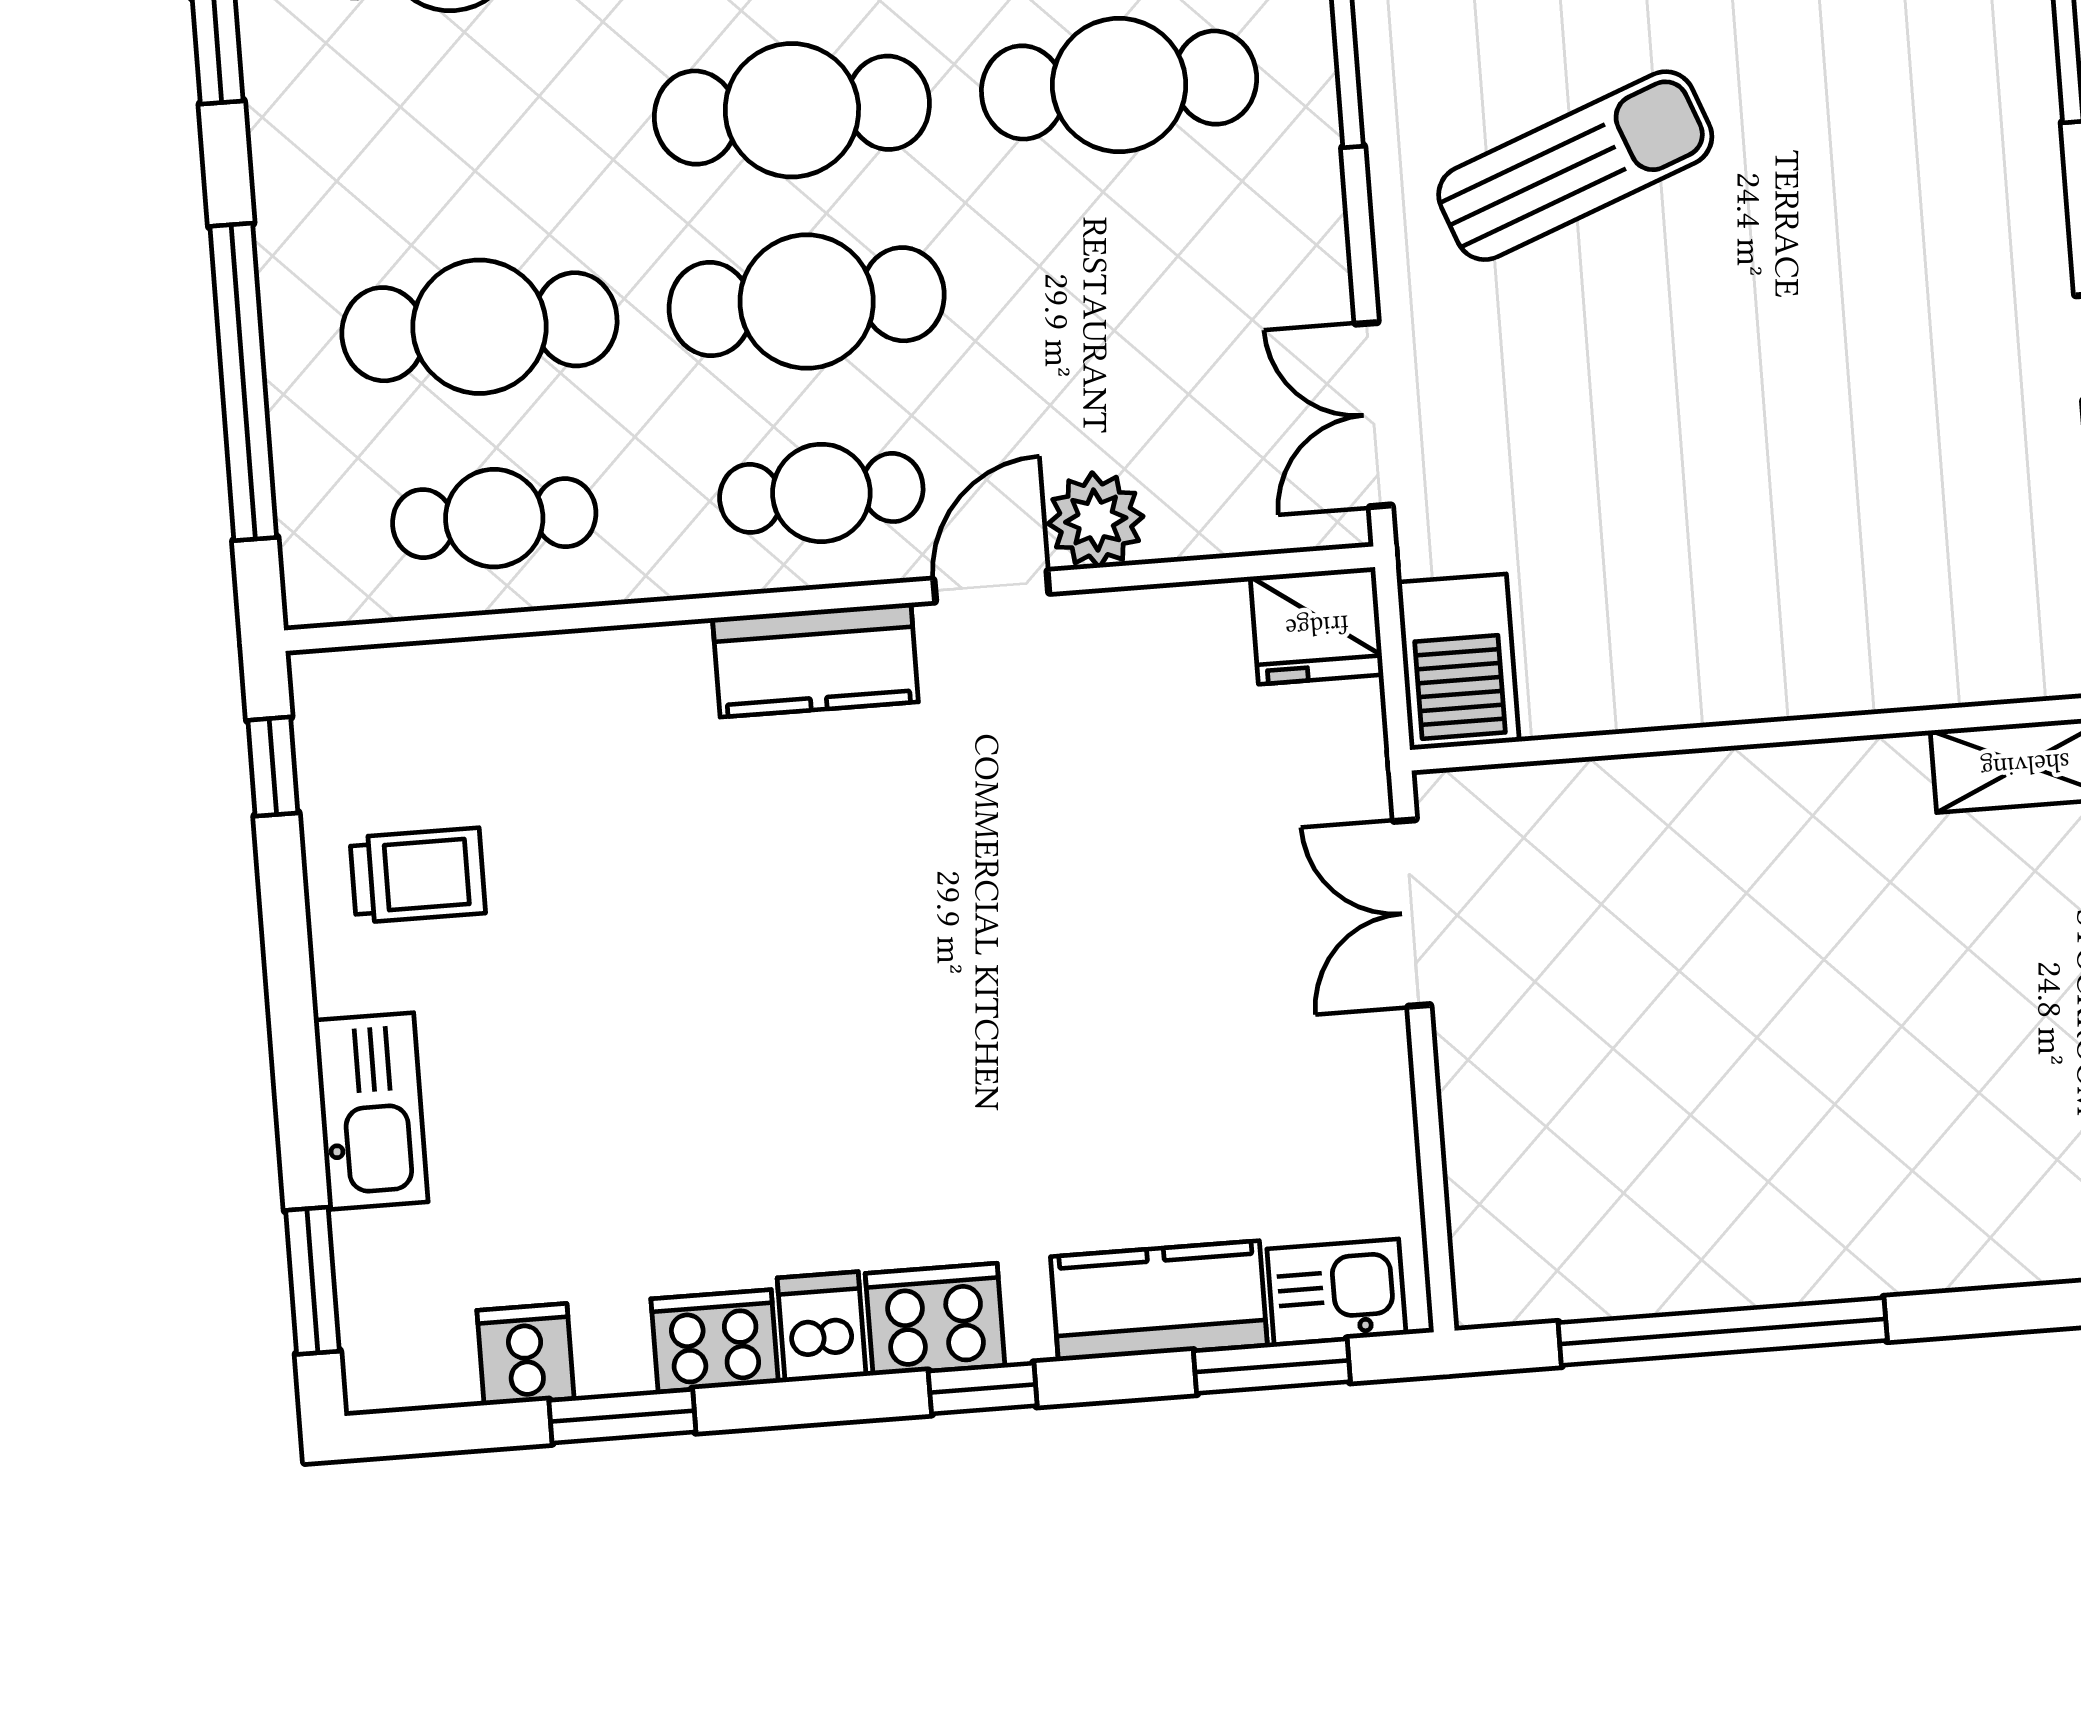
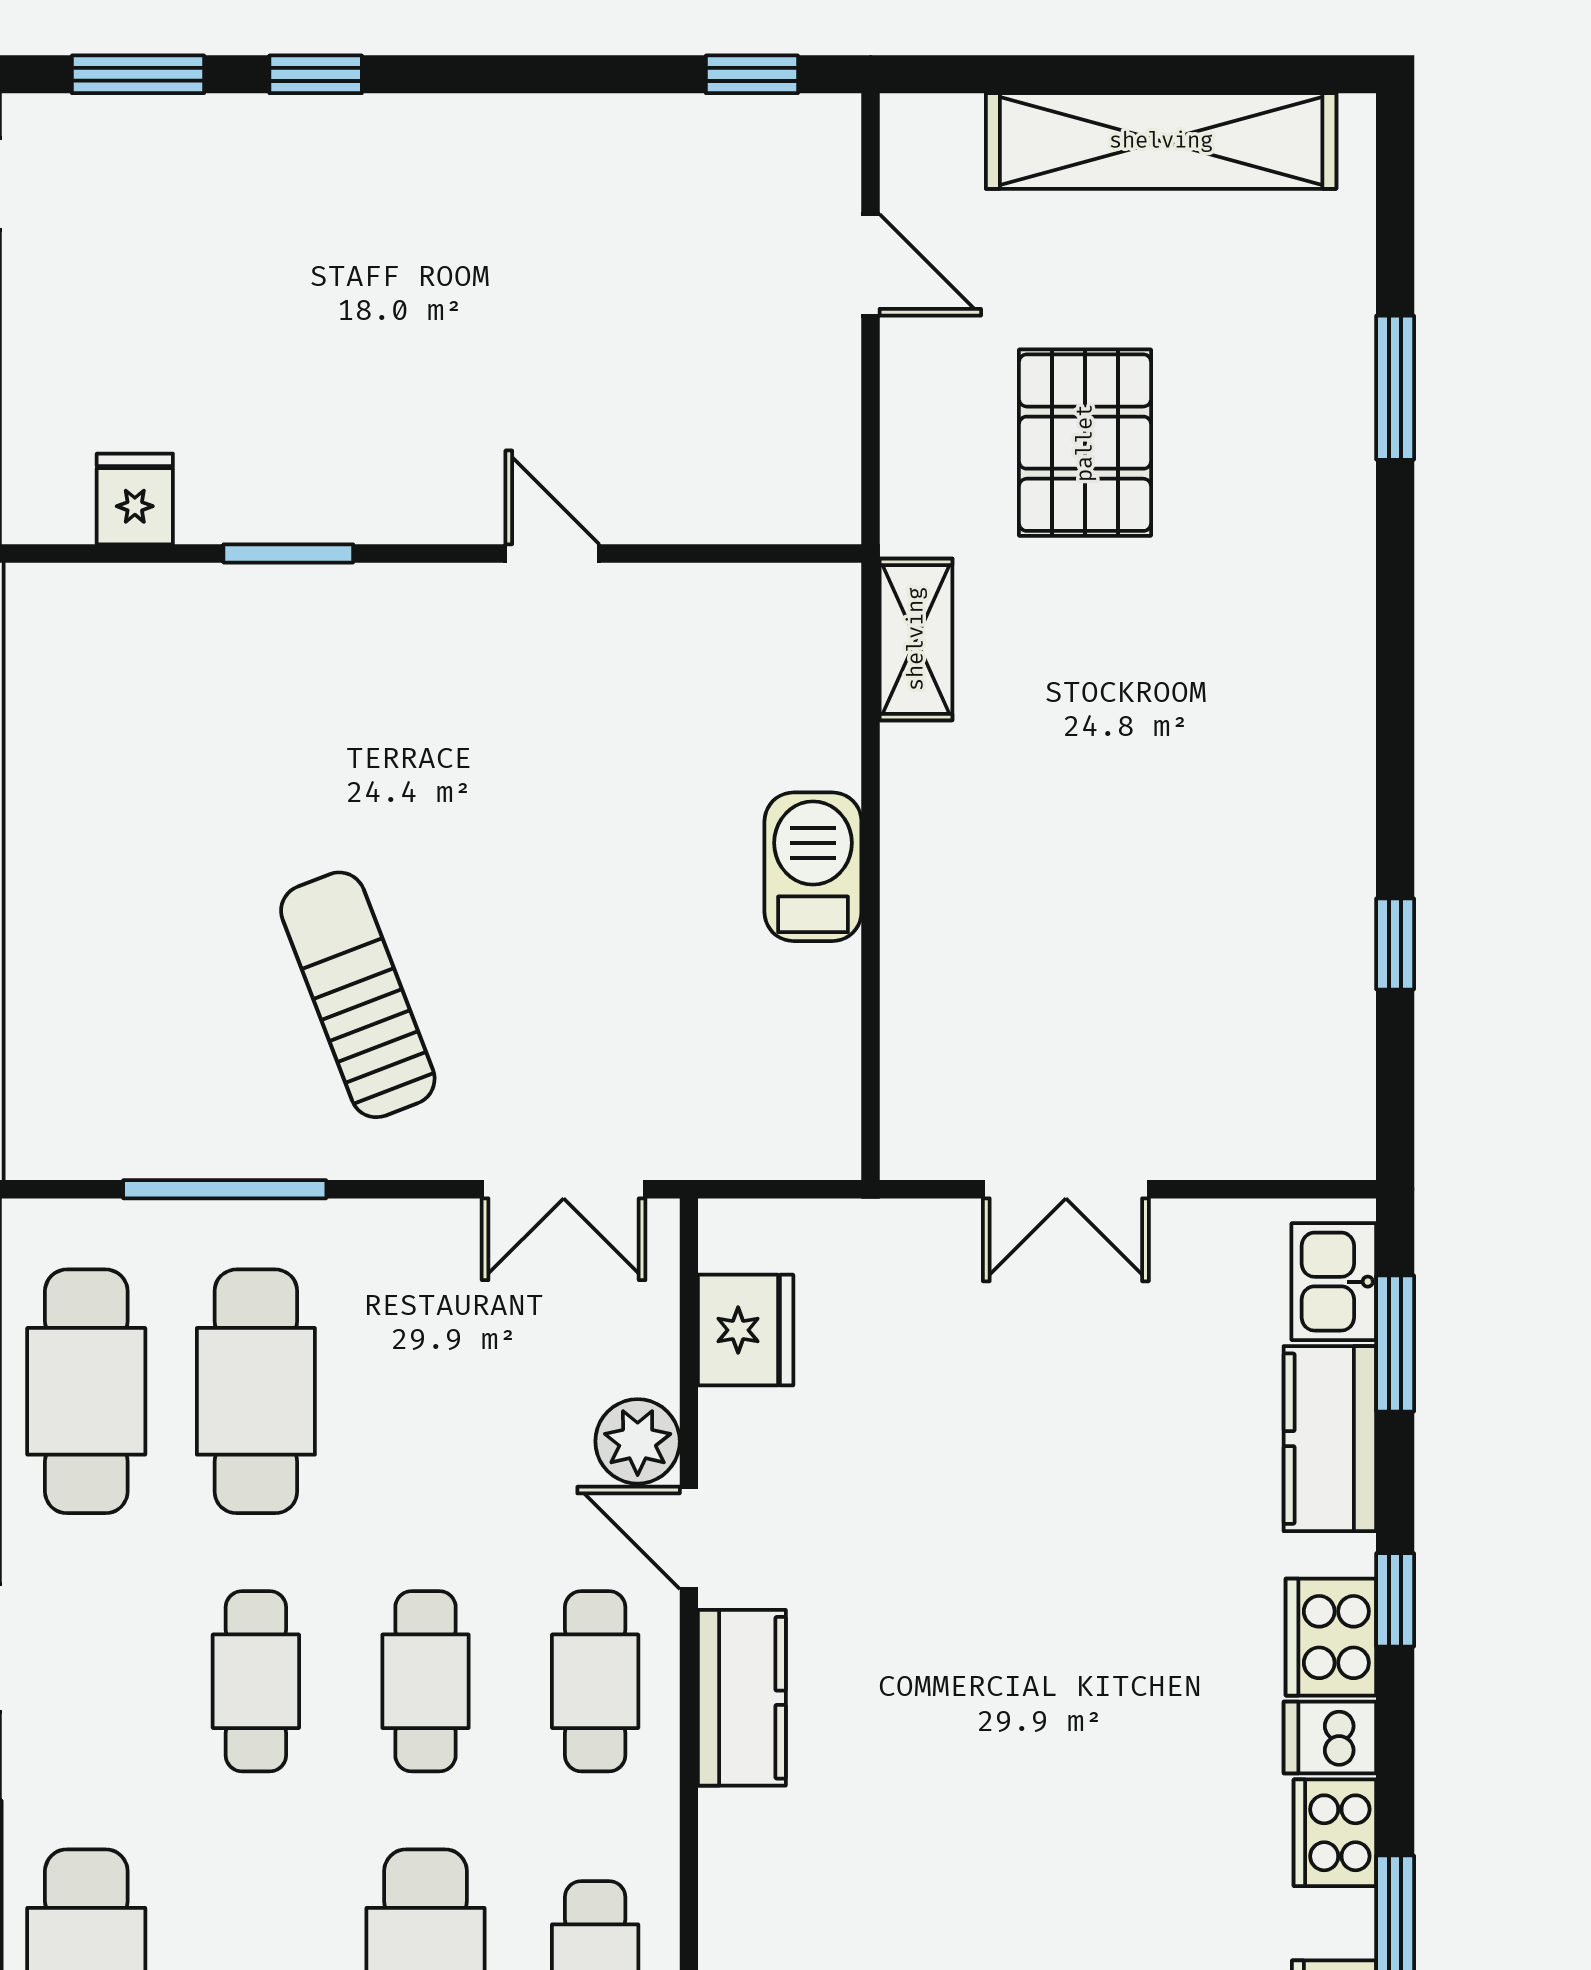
cafe table: (792, 110) -> (256, 1681), width x0.73, depth x0.74
cafe table: (807, 302) -> (426, 1681), width x0.73, depth x0.74
fridge: (1317, 626) -> (746, 1330), moved
barbecue: (1458, 662) -> (813, 867), moved, turned -90
double door: (1412, 913) -> (1066, 1189), moved
window: (1723, 1332) -> (1395, 944), width x0.32

